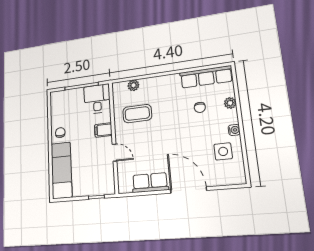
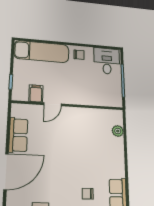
desk: (97, 99) -> (107, 61), moved, turned -90
coffee table: (137, 114) -> (89, 131), removed
filing cabinet: (103, 130) -> (36, 93), moved

